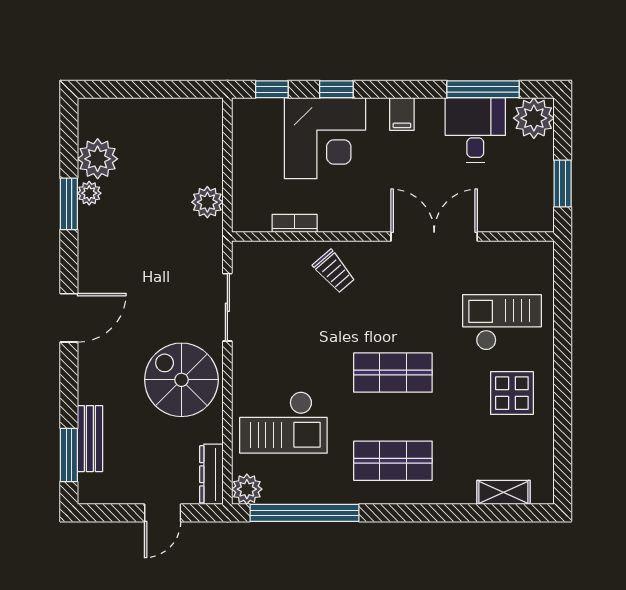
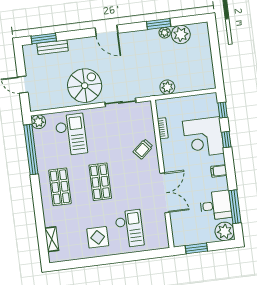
checkout: (283, 422) -> (71, 135), turned 180
dresser: (211, 474) -> (43, 105), removed

